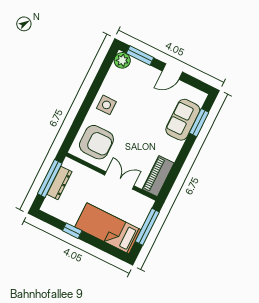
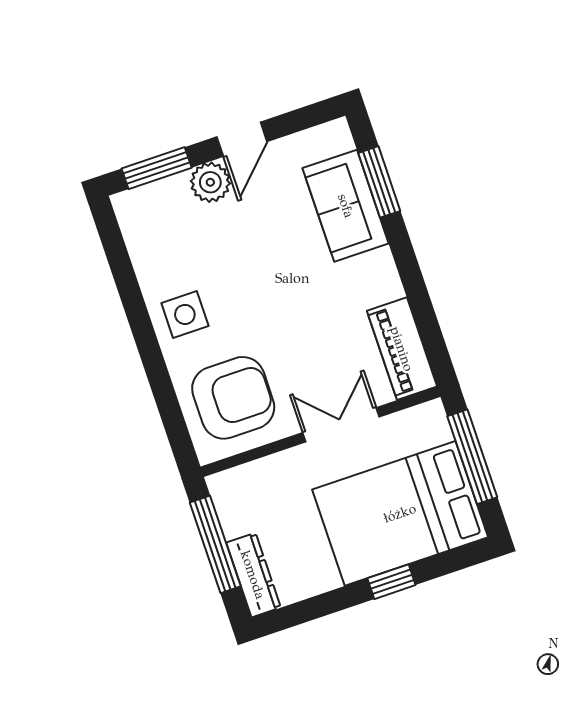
plant: (122, 60) -> (210, 182), moved
dresser: (59, 183) -> (253, 575), moved
bed: (108, 228) -> (400, 513), width x1.50
window: (72, 231) -> (391, 582), moved

